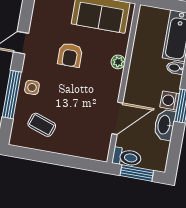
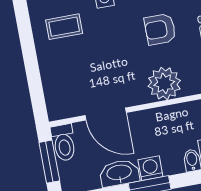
plant: (118, 62) -> (164, 83), width x1.88, depth x1.88
coffee table: (42, 125) -> (64, 27), turned 71

